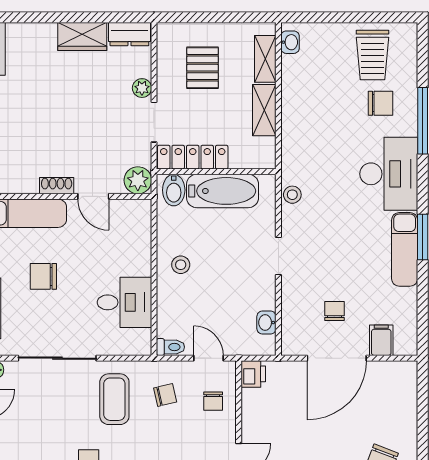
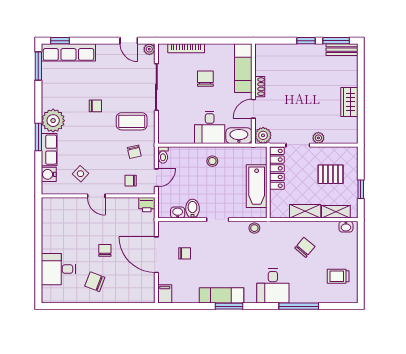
window: (227, 17) -> (361, 189), added
dresser: (129, 34) -> (351, 130), removed
trolley: (373, 55) -> (338, 276), width x0.73, depth x0.72
chair: (381, 103) -> (305, 247), moved, turned -140
desk: (389, 174) -> (273, 286), width x0.73
bidet: (174, 190) -> (192, 209), moved, turned 90
washbasin: (138, 221) -> (239, 136), added
desk: (124, 302) -> (210, 127), moved
filing cabinet: (381, 340) -> (165, 294), moved, turned -90
chair: (329, 444) -> (105, 250), added

